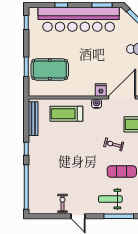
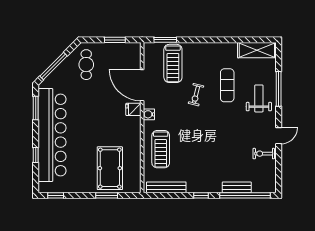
bench: (33, 180) -> (237, 187), added
weight bench: (110, 199) -> (259, 98), turned 180

